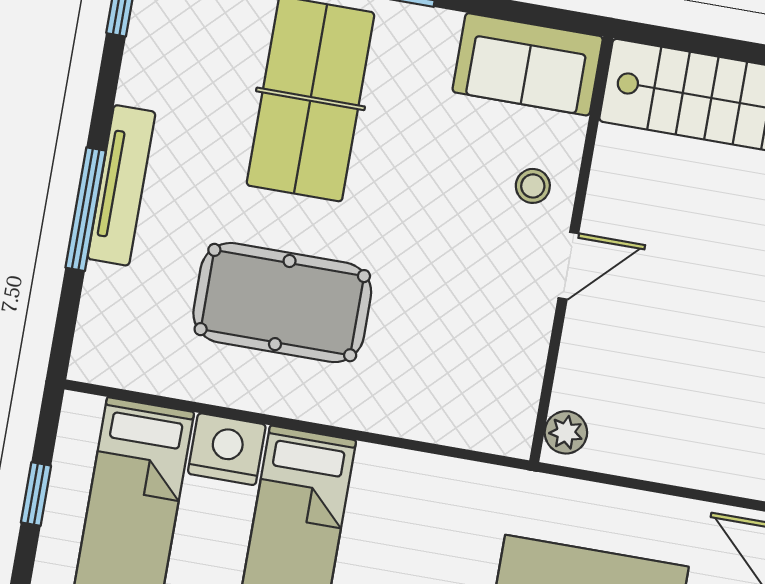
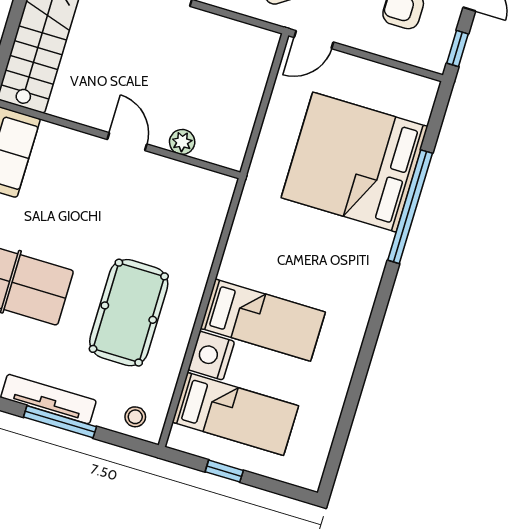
stool: (533, 186) -> (135, 417), moved
plant: (566, 432) -> (182, 142), moved

